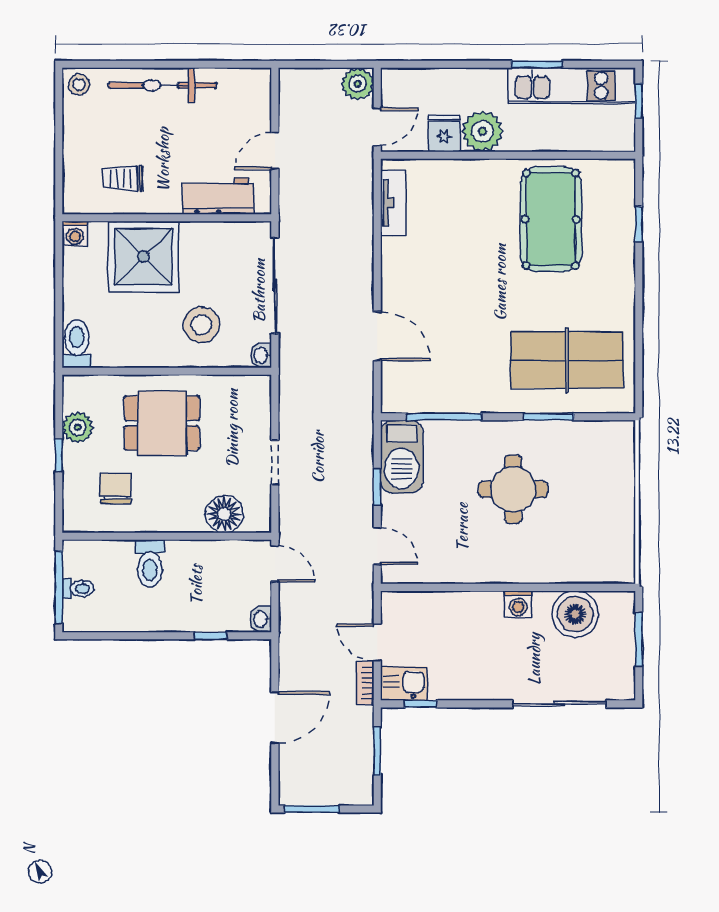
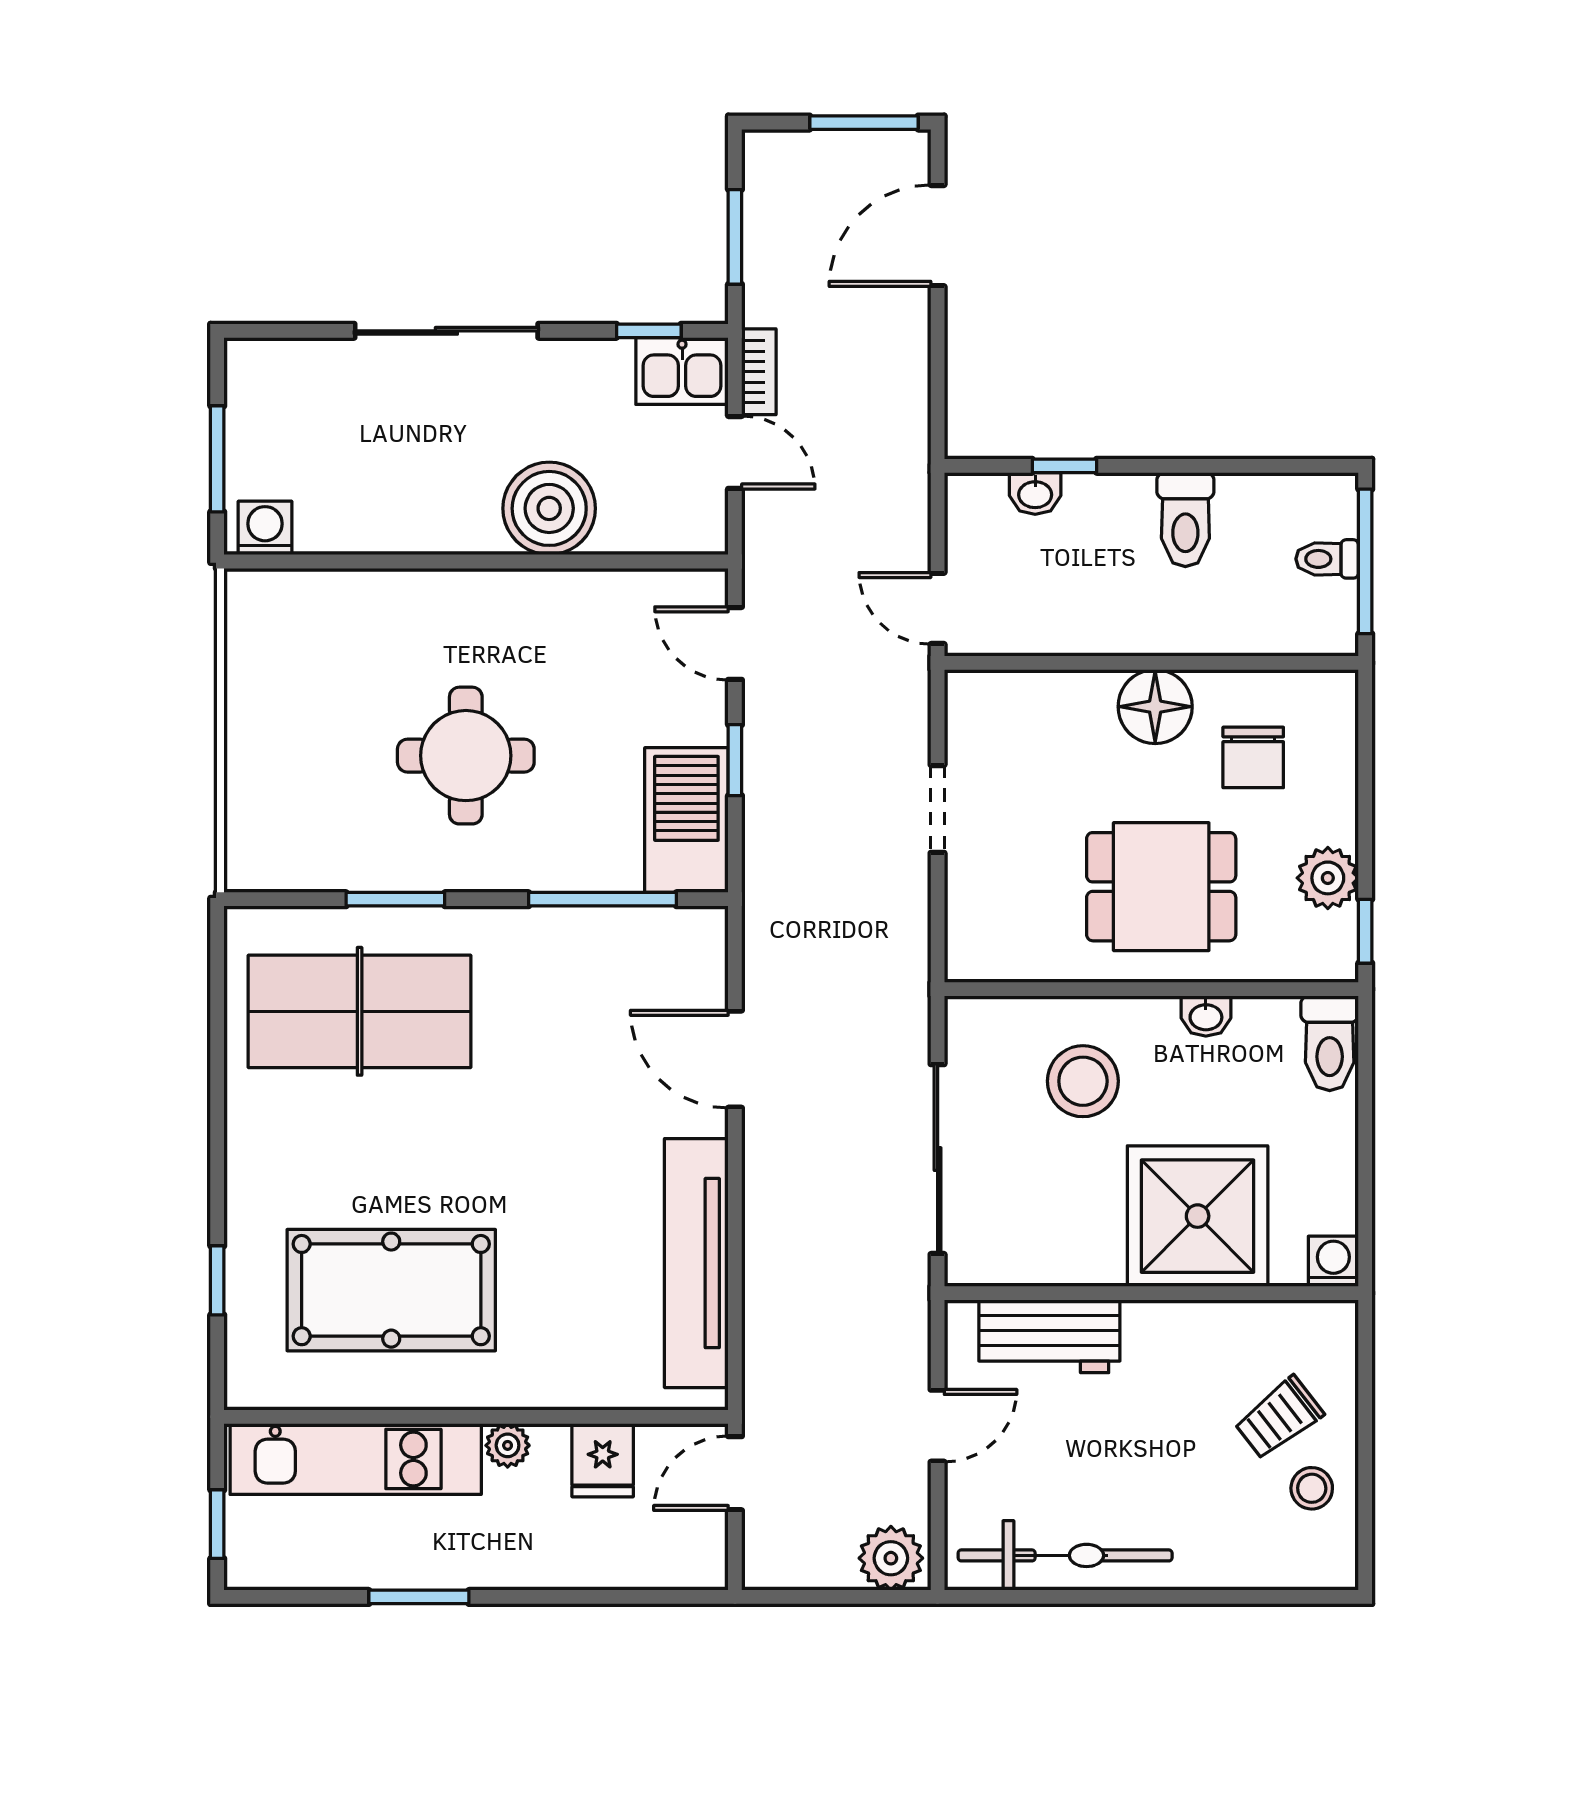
stool: (79, 84) -> (1312, 1488), moved
plant: (358, 84) -> (891, 1558), moved
bicycle: (163, 85) -> (1065, 1555), moved
kitchen unit: (572, 86) -> (356, 1459), moved, turned 180
plant: (482, 131) -> (508, 1445), width x0.53, depth x0.53
trolley: (123, 179) -> (1279, 1418), moved, turned 142
tv unit: (393, 203) -> (696, 1263), width x1.92, depth x1.29
pool table: (551, 219) -> (391, 1290), turned 90
washbasin: (261, 355) -> (1206, 1016), moved, turned 90
window: (59, 455) -> (1365, 931), moved
floor lamp: (224, 514) -> (1155, 707), moved
toilet: (150, 563) -> (1185, 520), moved, turned 180
washing machine: (518, 604) -> (265, 528), moved
boiler: (575, 614) -> (549, 508), moved
washbasin: (261, 619) -> (1035, 493), moved, turned 90
sliding door: (559, 704) -> (446, 331), moved
door: (275, 718) -> (938, 236), moved

